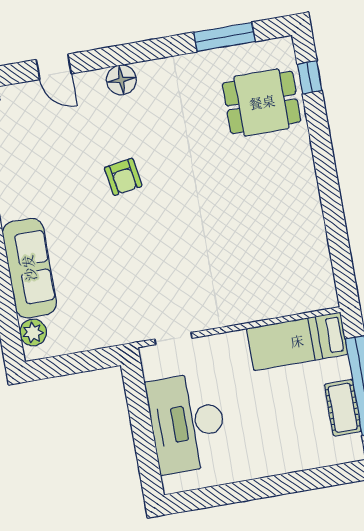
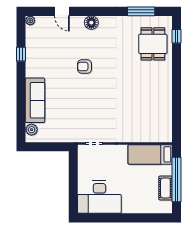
dining table: (262, 102) -> (153, 44), turned 90
armchair: (123, 177) -> (85, 67), turned 99
desk: (187, 423) -> (99, 197), moved, turned -90

